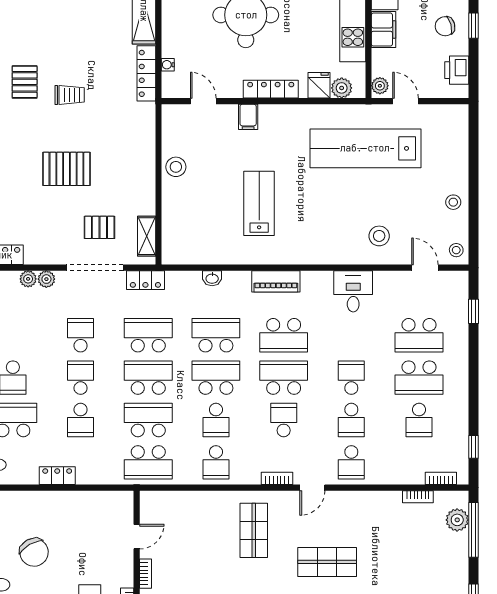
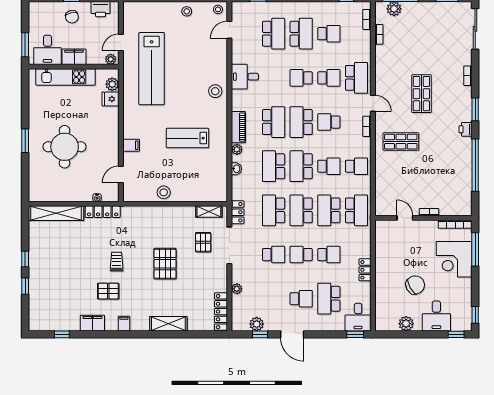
locker: (271, 89) -> (113, 130), removed
stool: (379, 236) -> (215, 91), moved
plant: (46, 279) -> (237, 149), moved
school desk: (81, 335) -> (274, 255), turned 180
school desk: (351, 462) -> (356, 78), width x1.85

